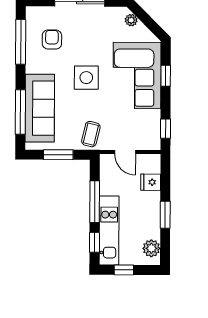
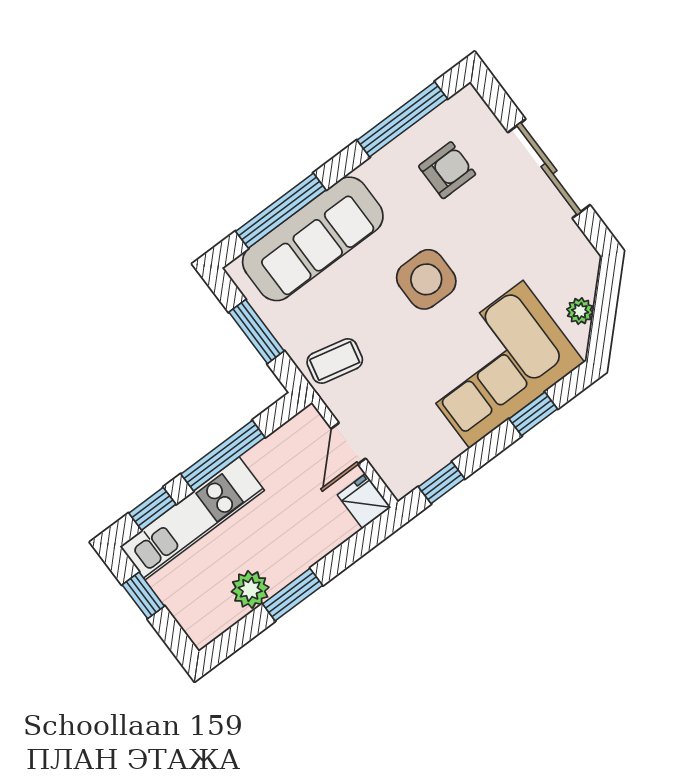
plant: (131, 20) -> (580, 311), moved
fridge: (151, 182) -> (364, 501), moved
plant: (151, 248) -> (250, 589), moved

